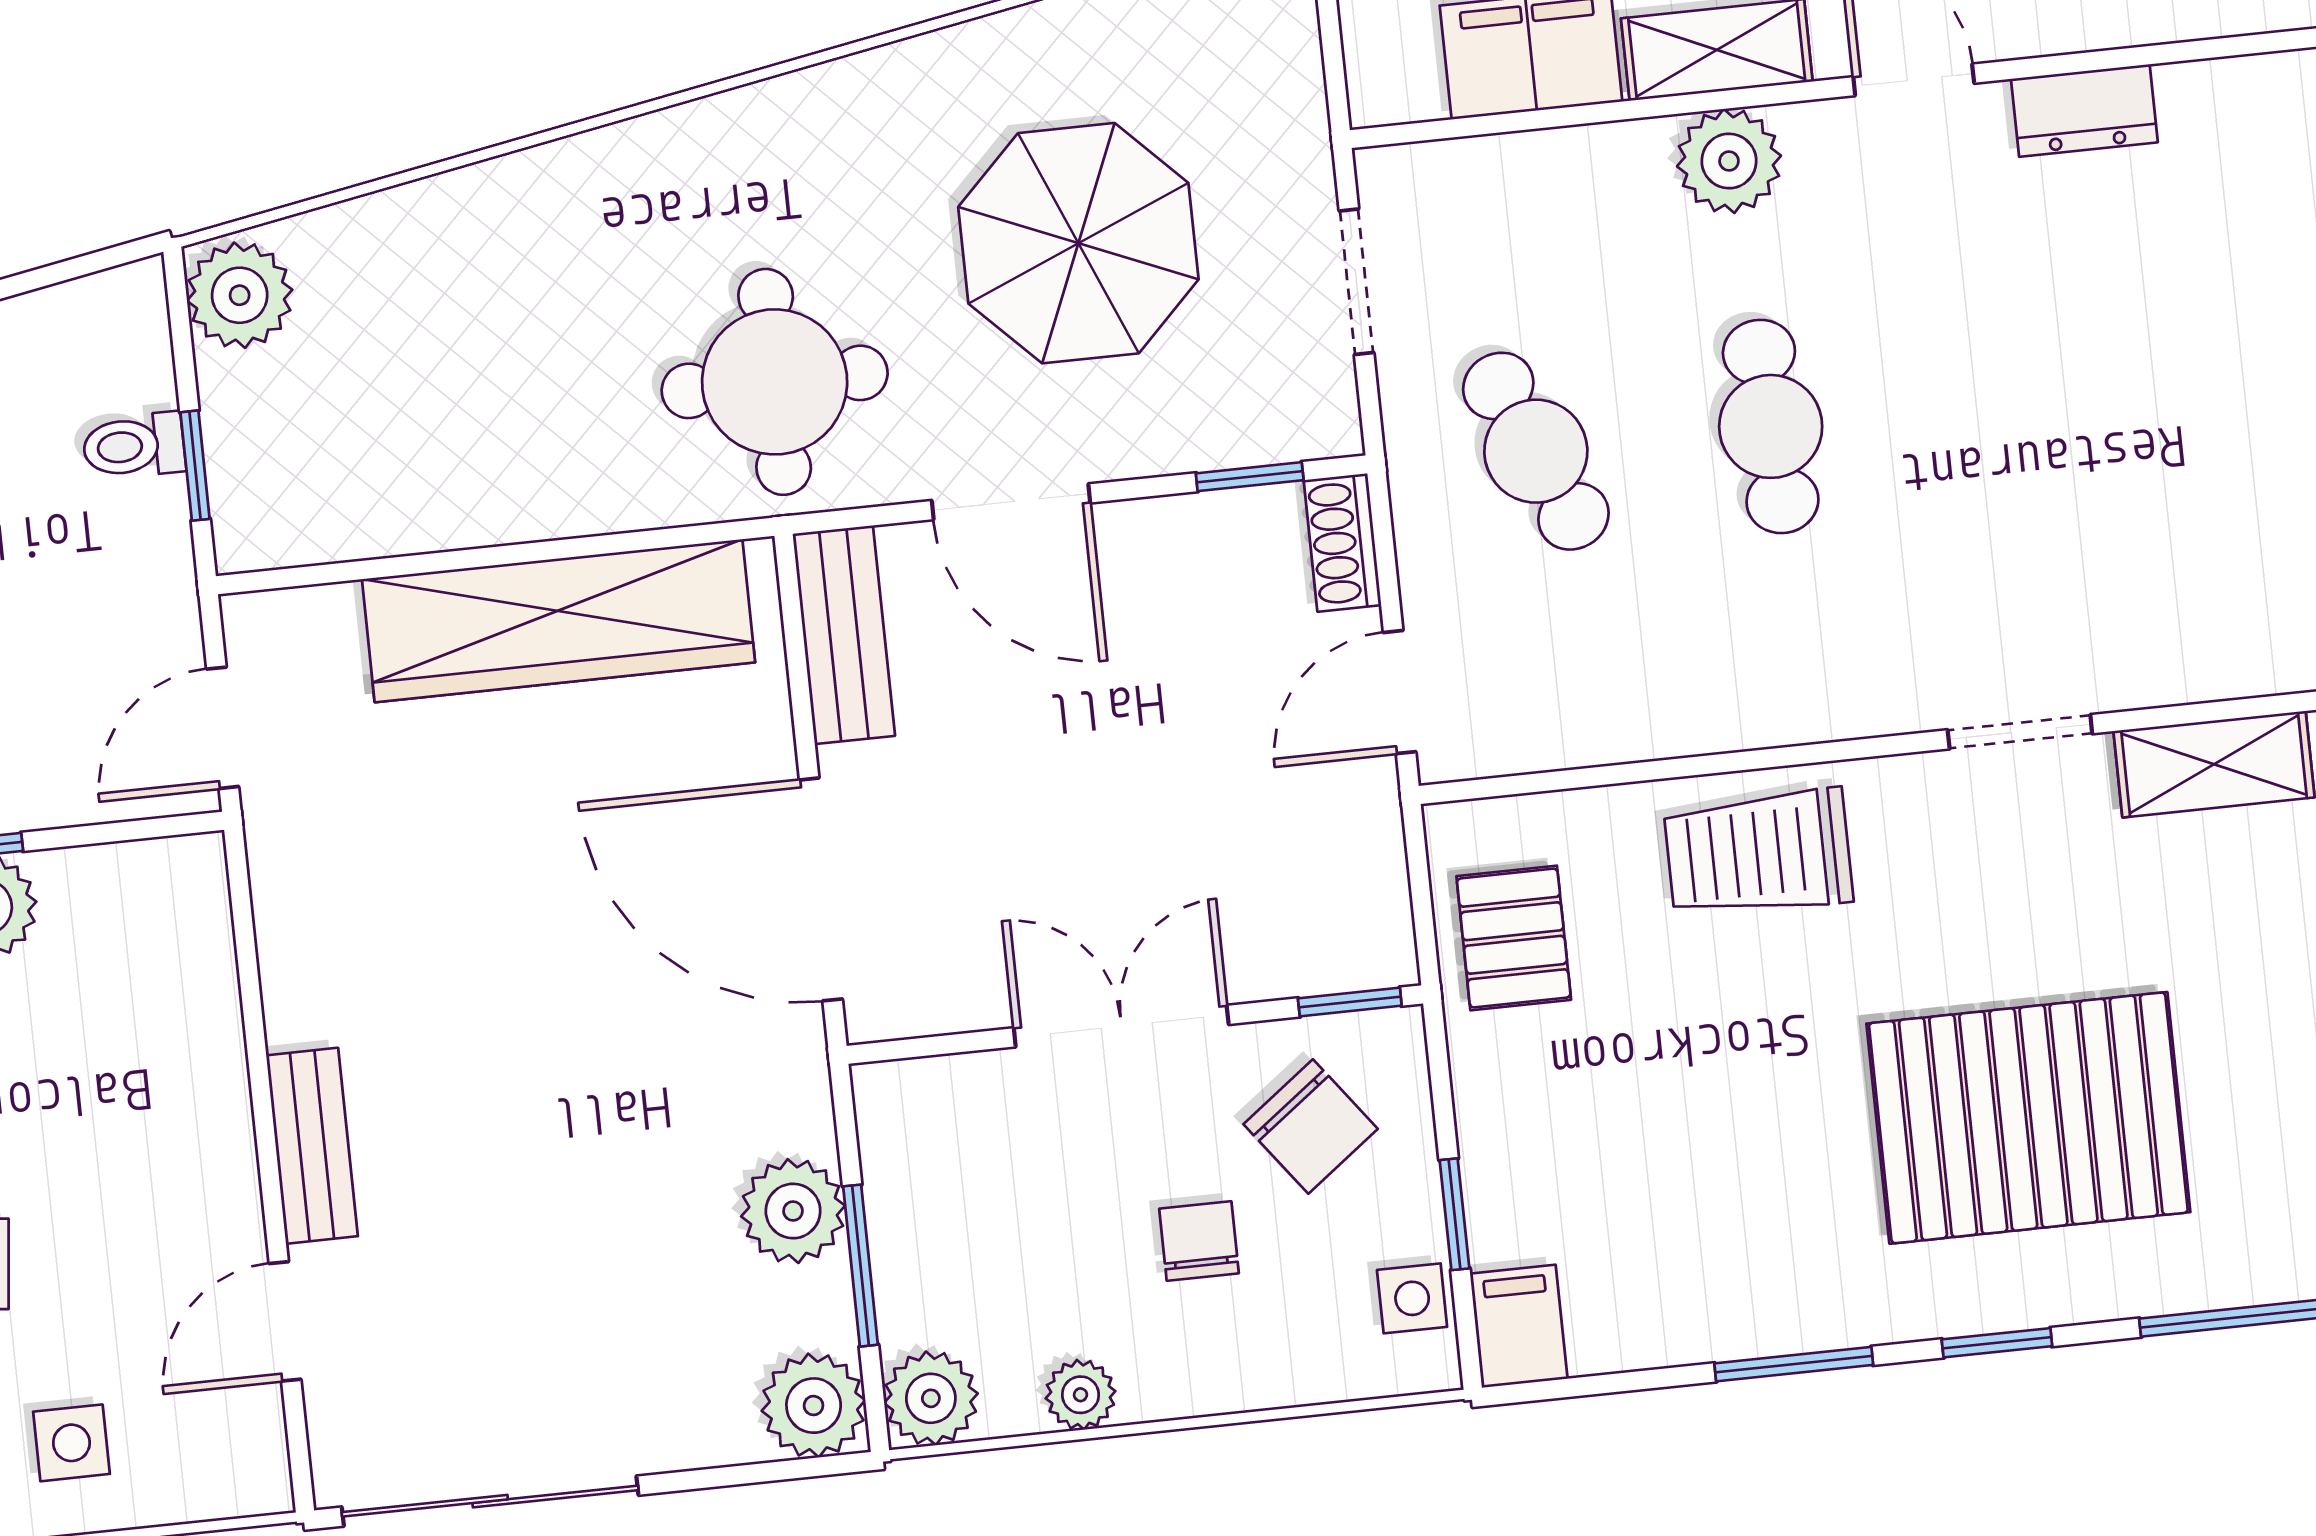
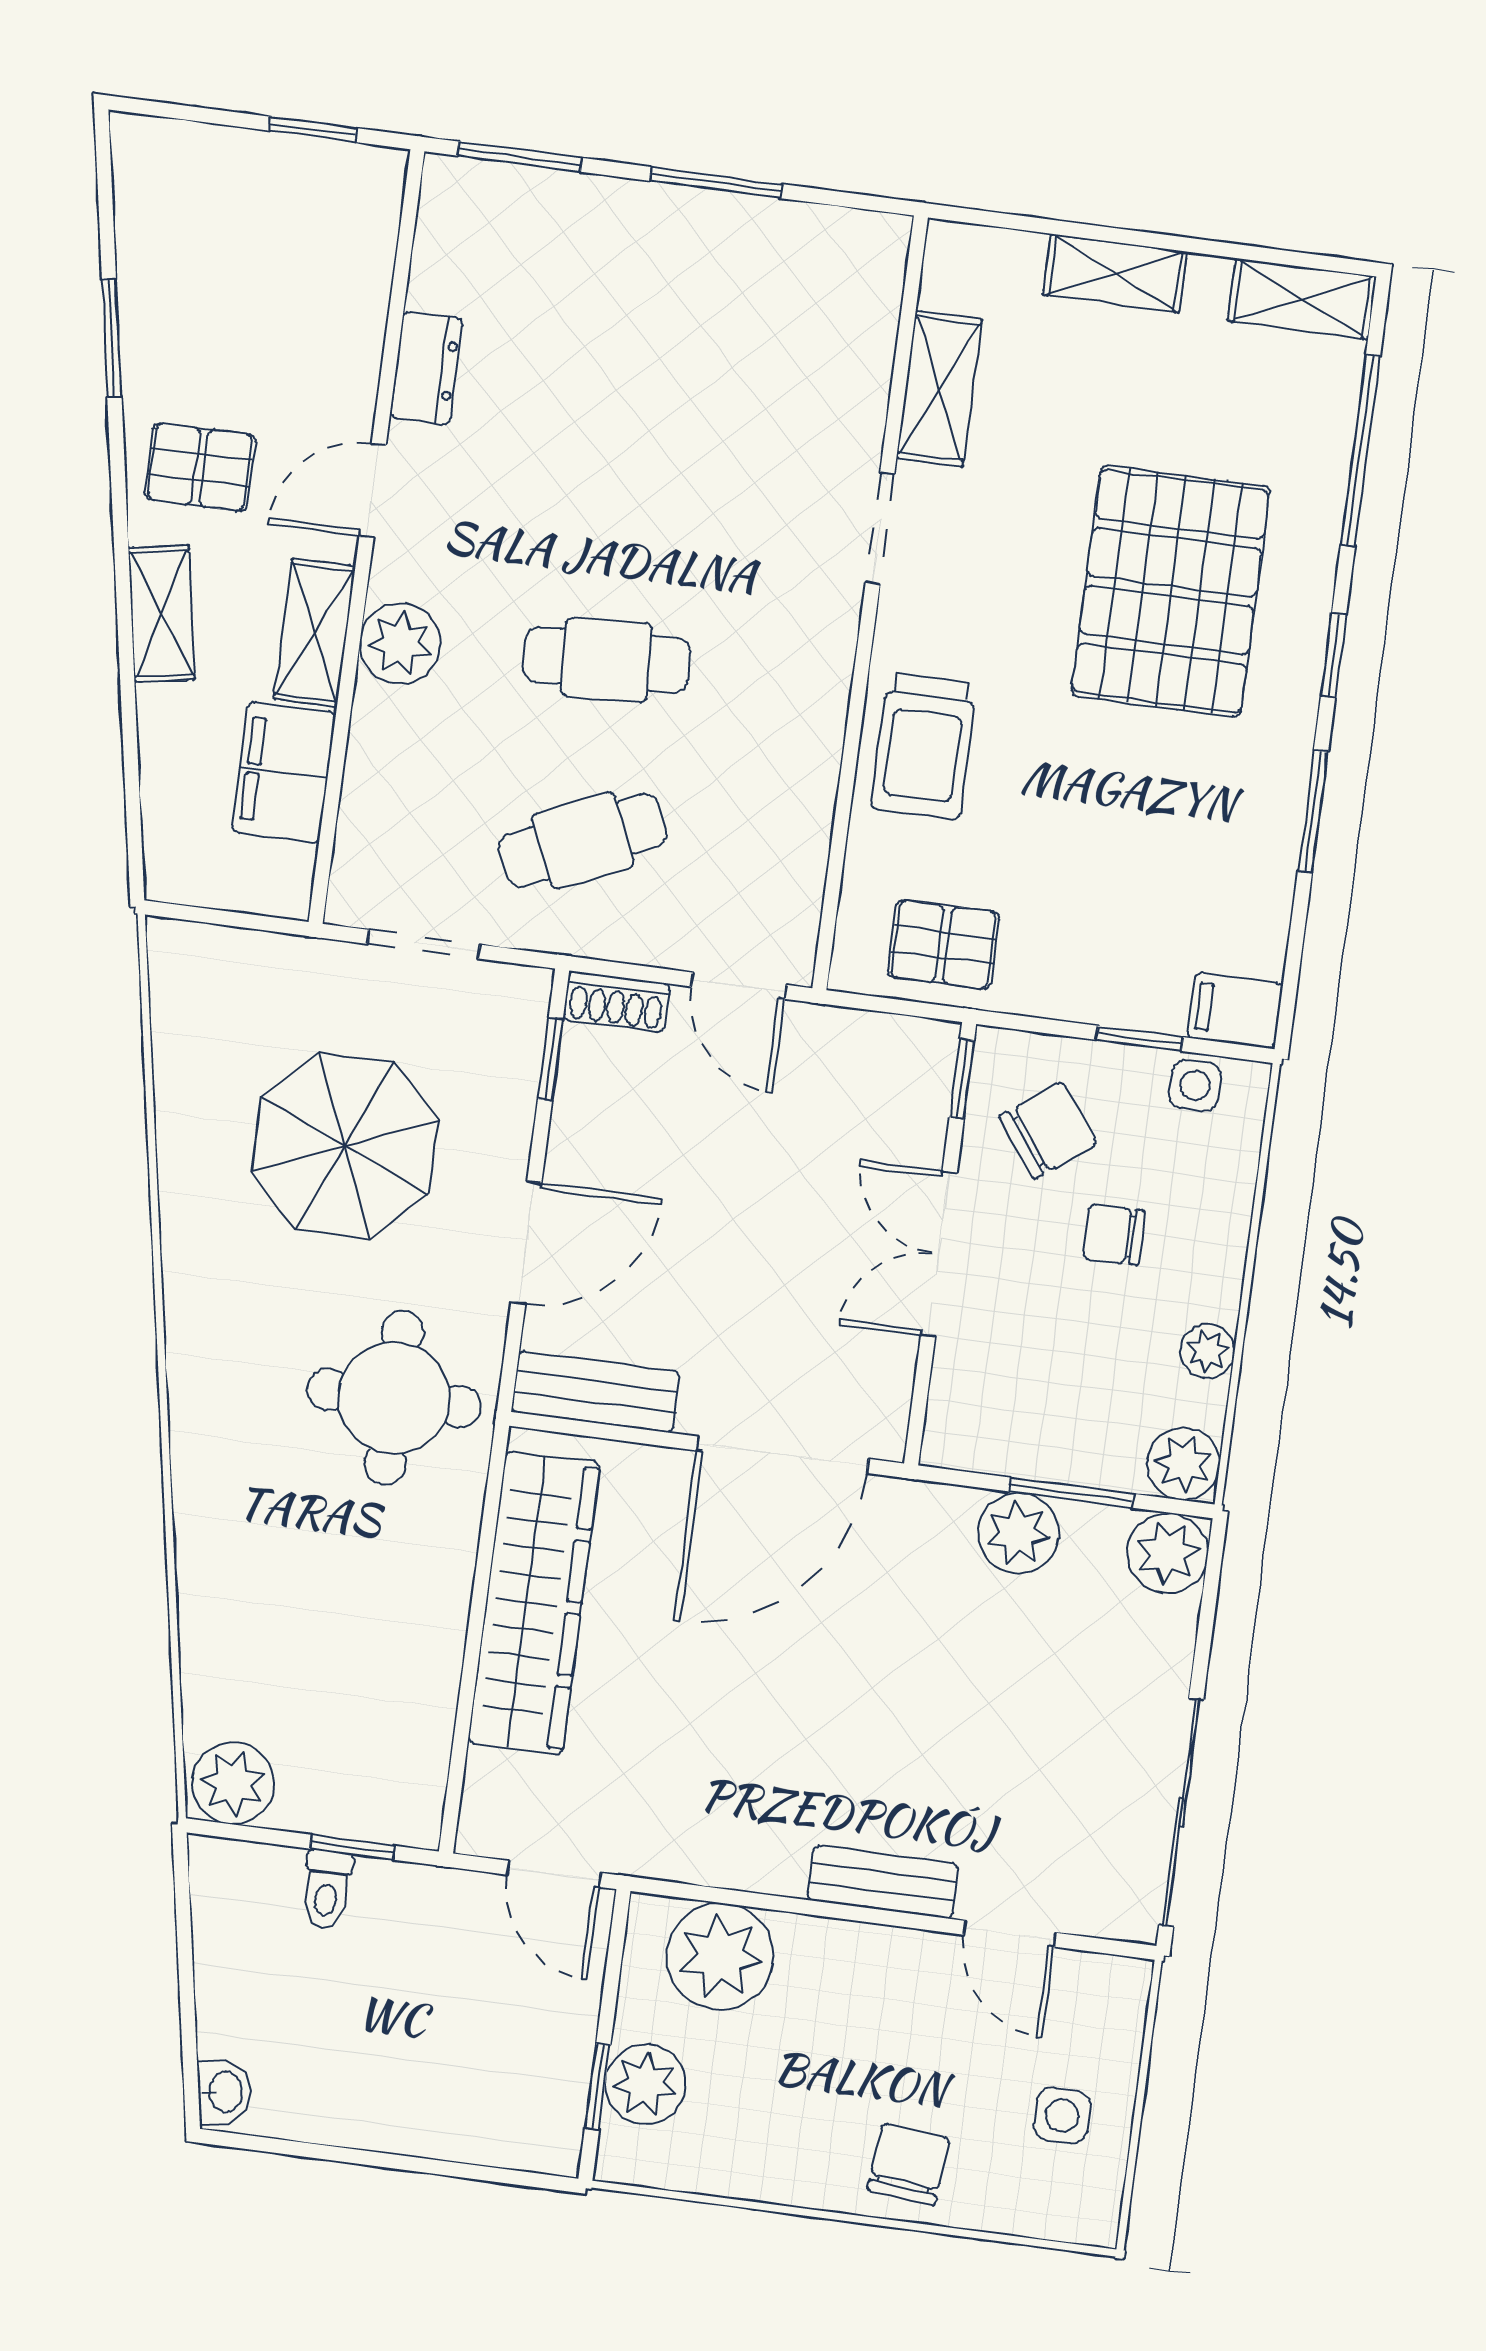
plant: (169, 963) -> (720, 1956), added

